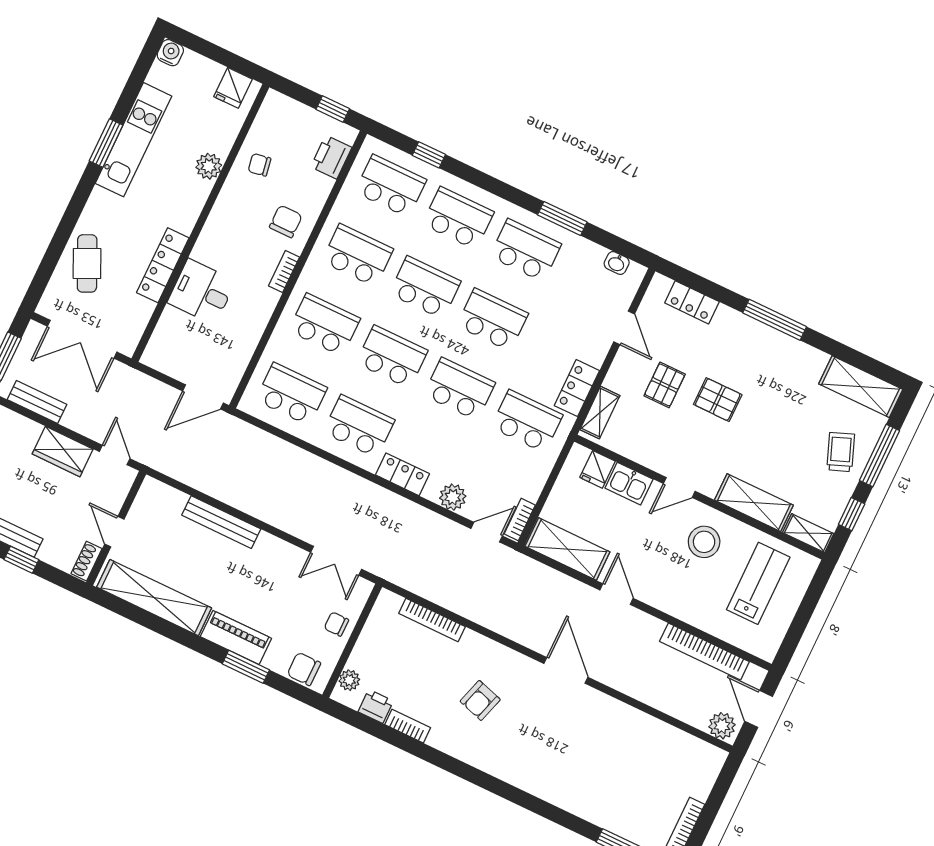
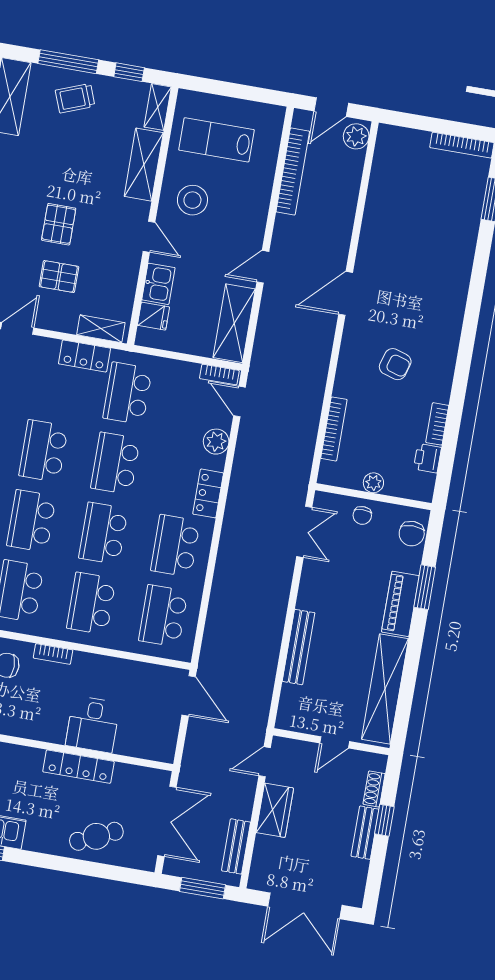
shoe rack: (86, 561) -> (374, 789), moved, turned 90
plant: (349, 680) -> (373, 483), moved

